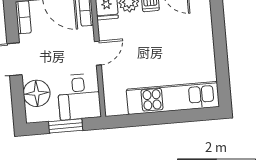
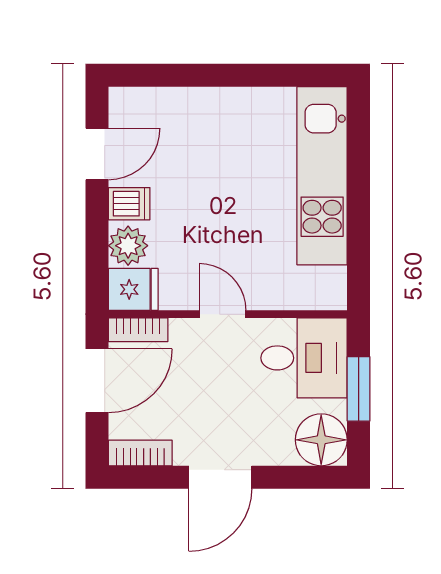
floor lamp: (37, 93) -> (321, 440), moved

